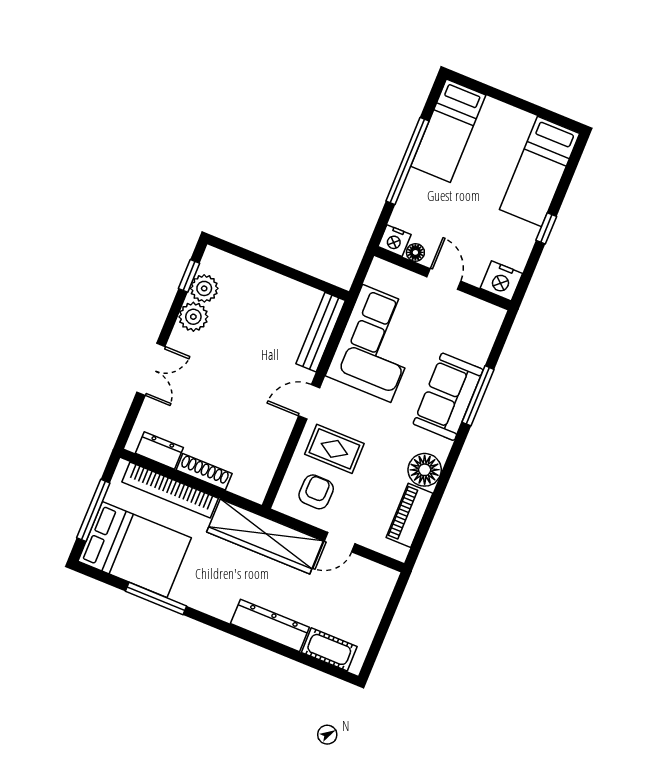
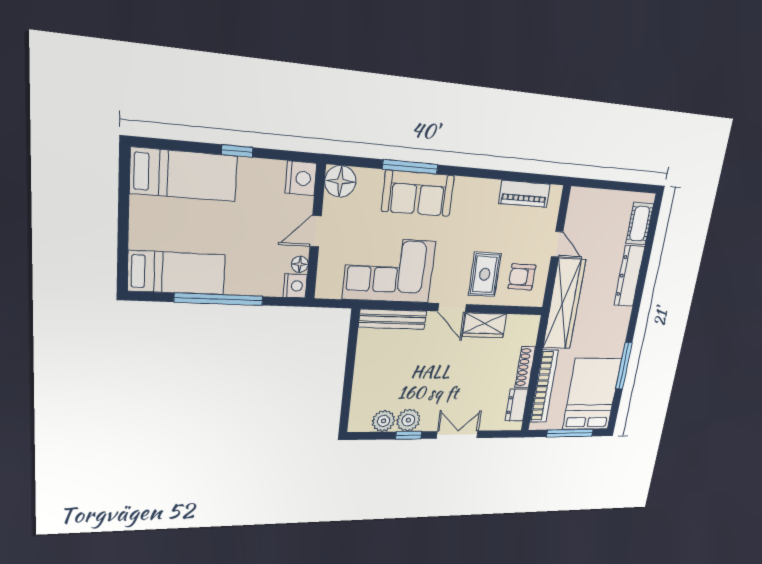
window: (189, 276) -> (409, 435), moved
wardrobe: (275, 434) -> (484, 325), added
floor lamp: (425, 470) -> (340, 181), moved

